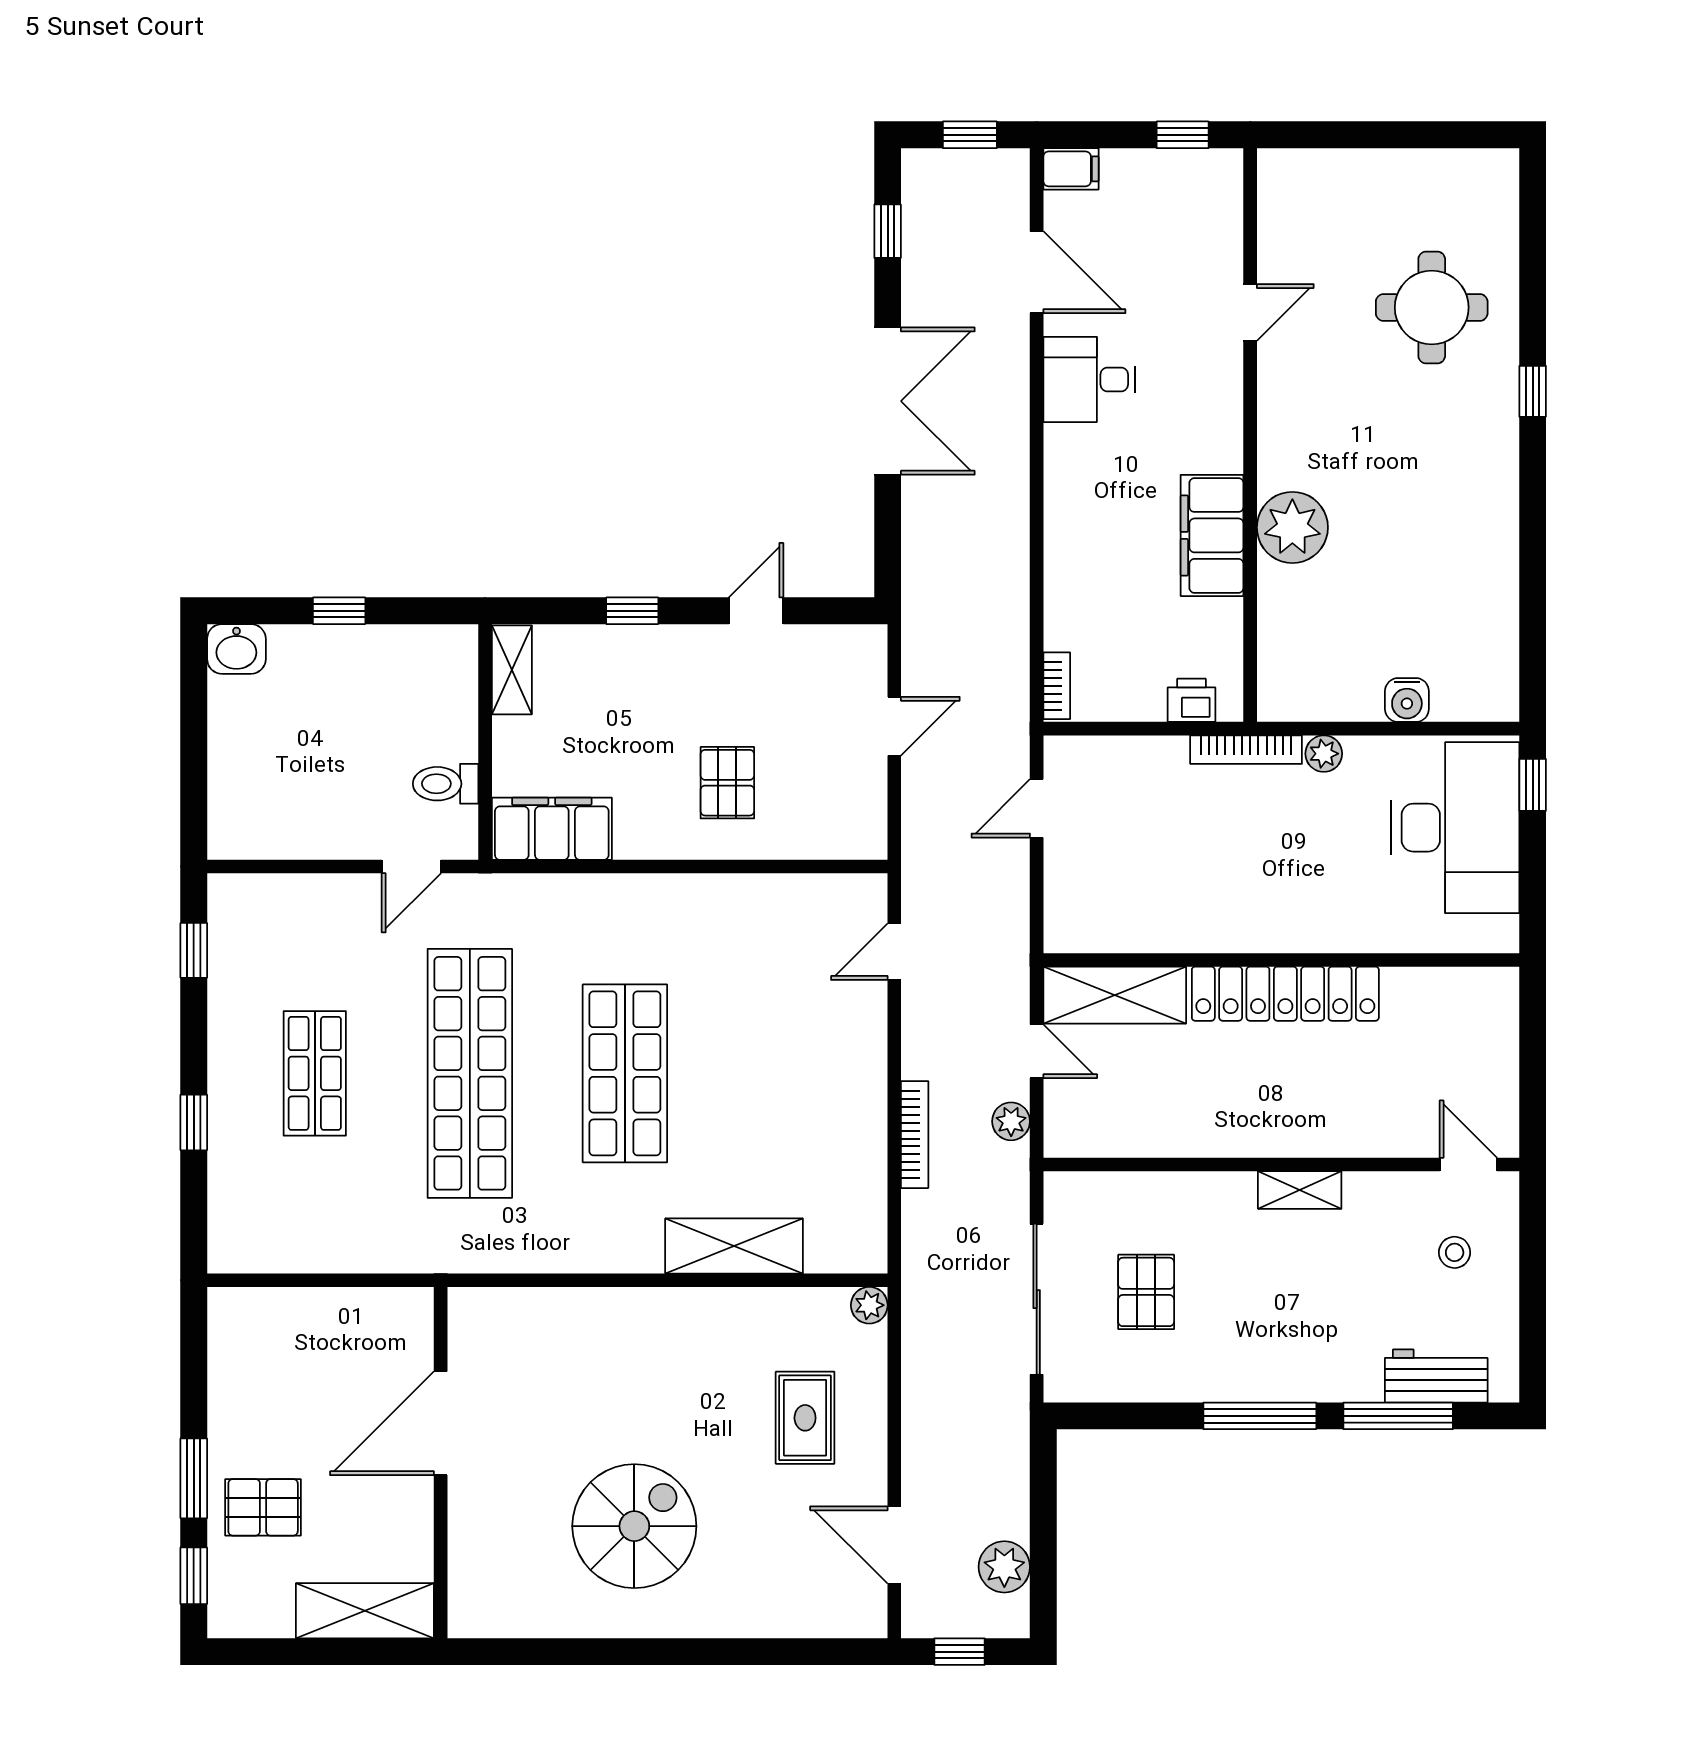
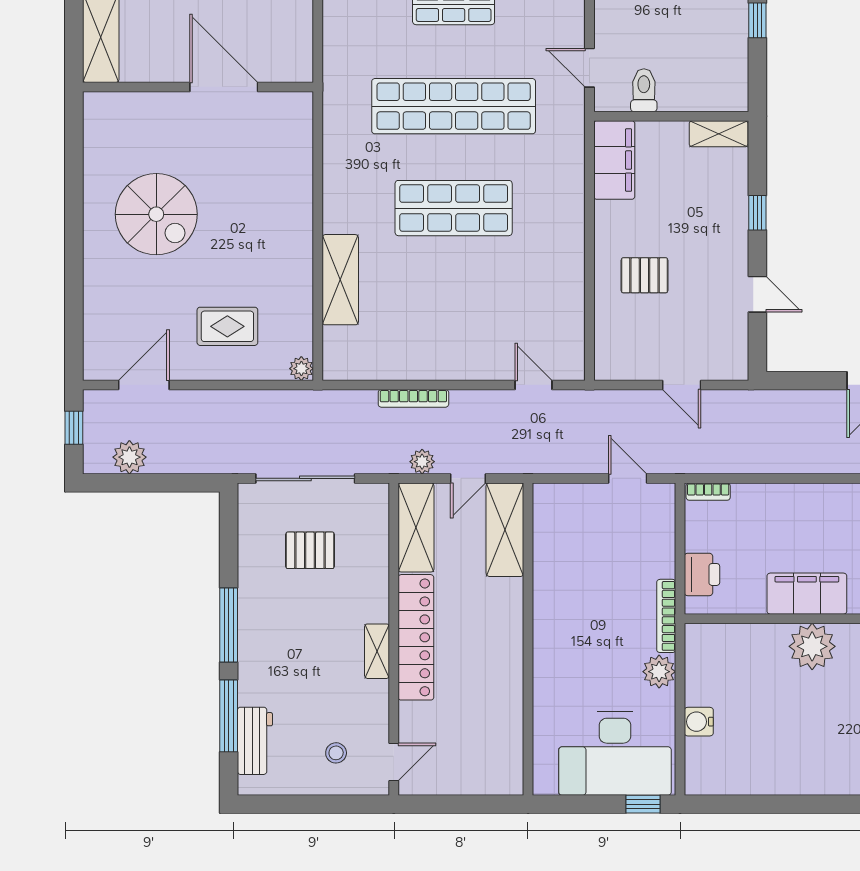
printer: (1192, 700) -> (702, 574), width x1.36, depth x1.24
plant: (1324, 754) -> (659, 672), width x1.38, depth x1.38
locker: (1285, 994) -> (416, 637), moved, turned 180
shelving: (1111, 1131) -> (416, 527), added

